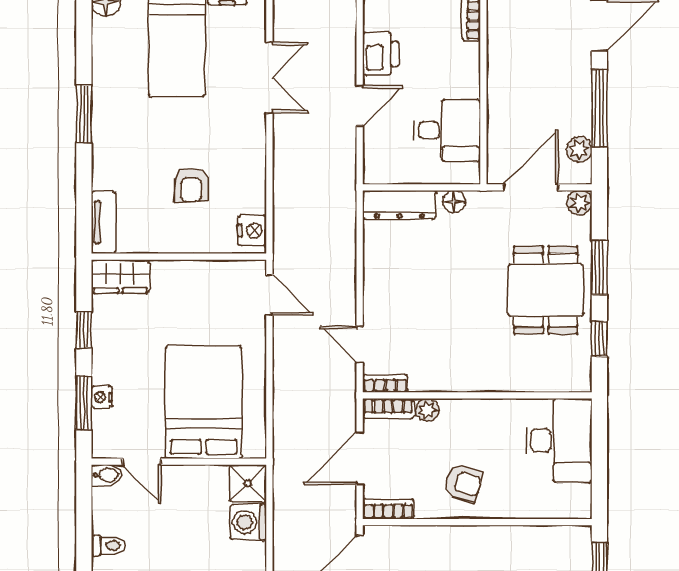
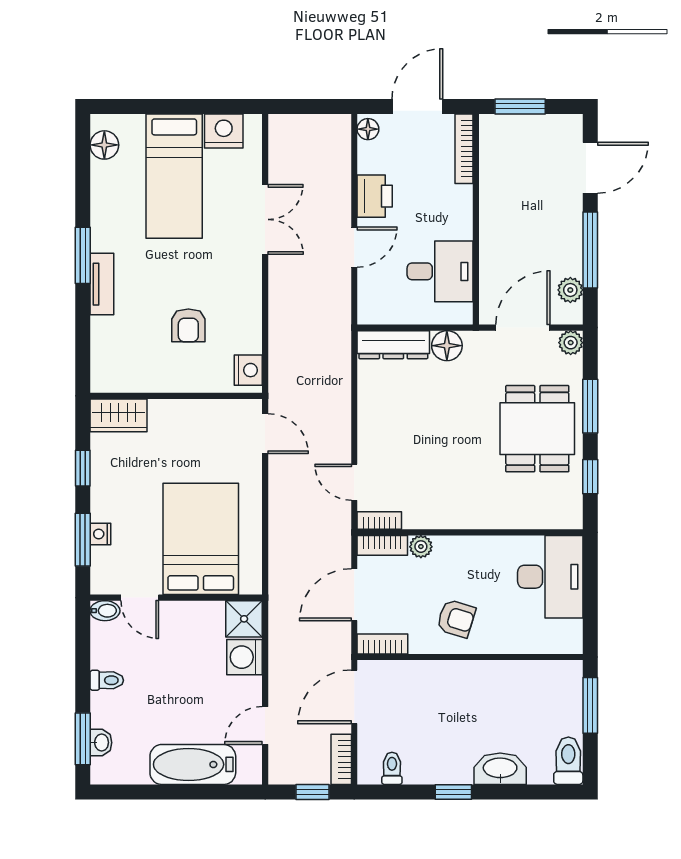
floor lamp: (454, 202) -> (447, 346), width x1.37, depth x1.37
tv unit: (103, 222) -> (102, 284), moved

